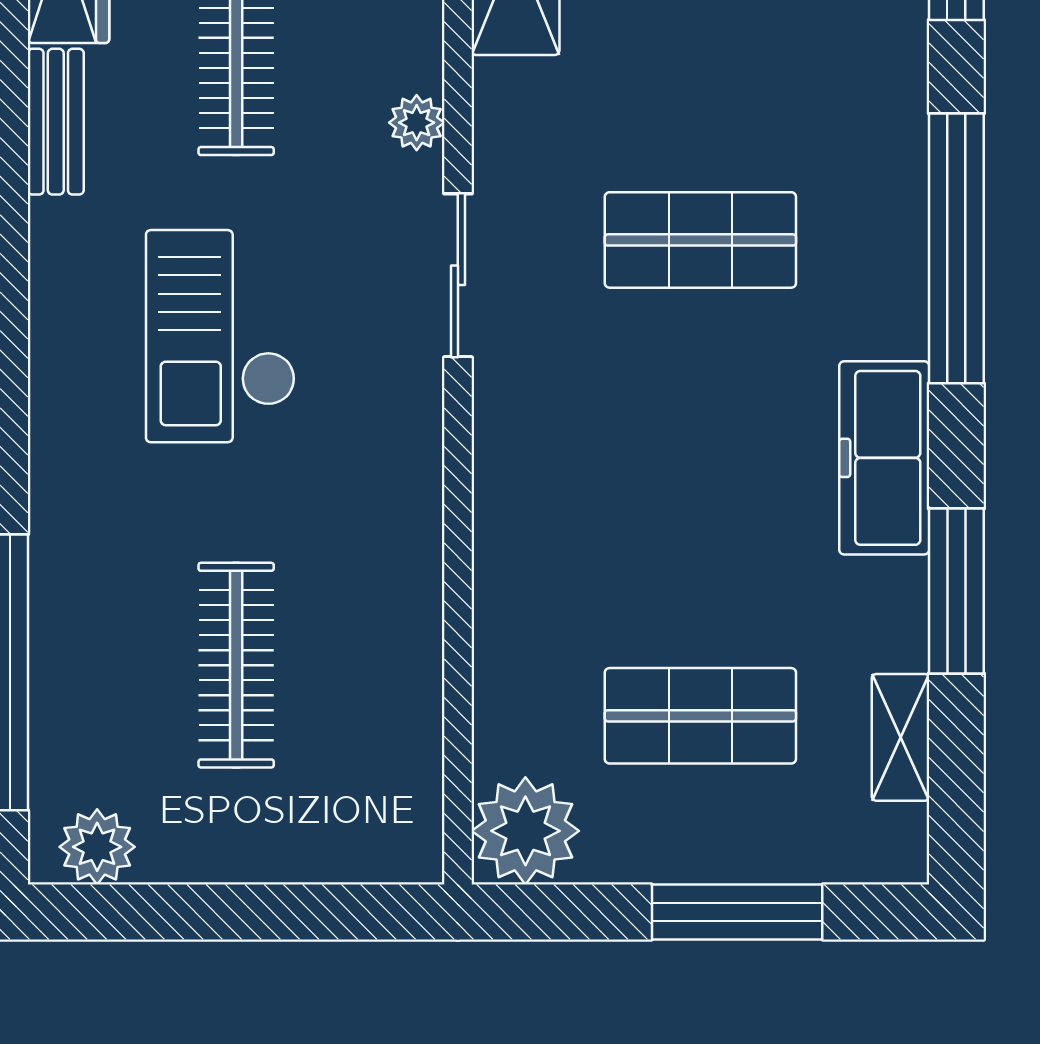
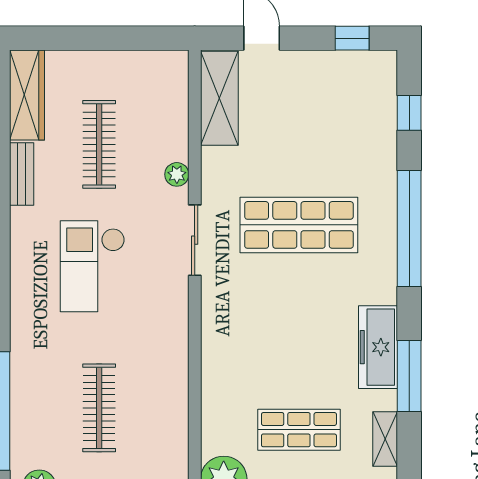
shop shelf: (700, 240) -> (299, 225), width x1.43, depth x1.36
freezer: (884, 458) -> (378, 347), moved

